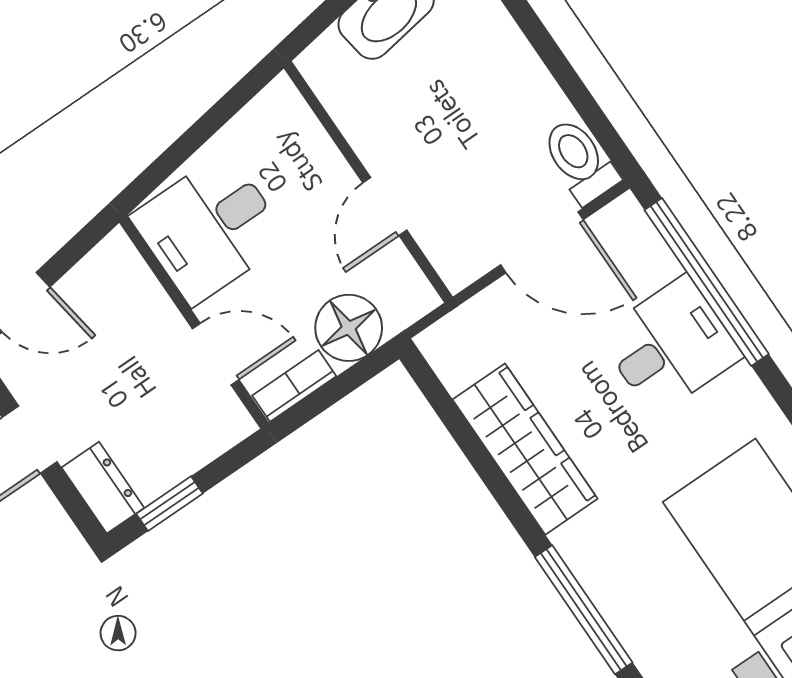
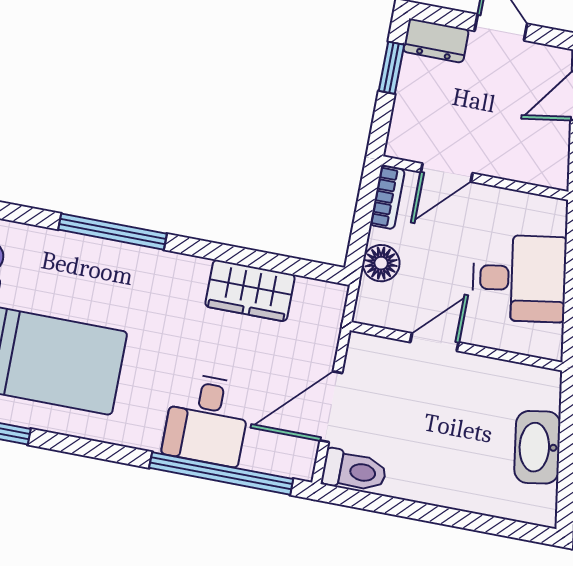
door: (385, 207) -> (434, 342), hinge flipped
desk: (210, 228) -> (519, 278), moved, turned 81
floor lamp: (349, 328) -> (381, 263), width x0.73, depth x0.73
wardrobe: (525, 449) -> (250, 291), width x0.67

